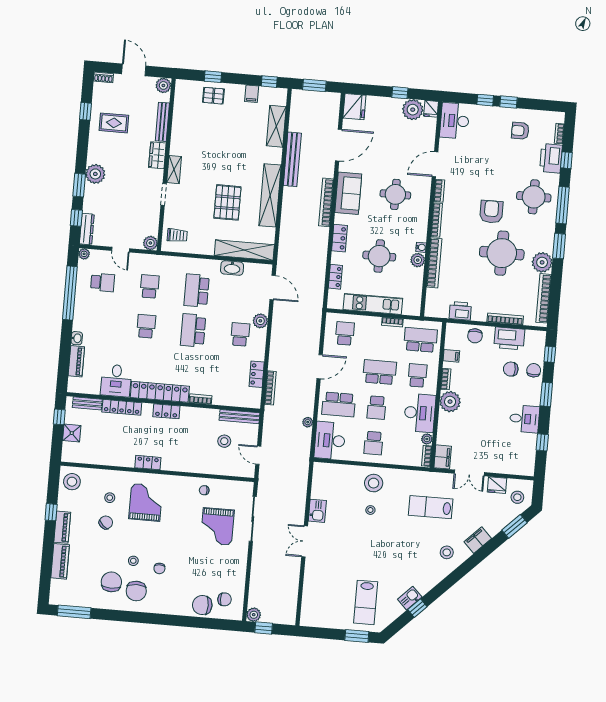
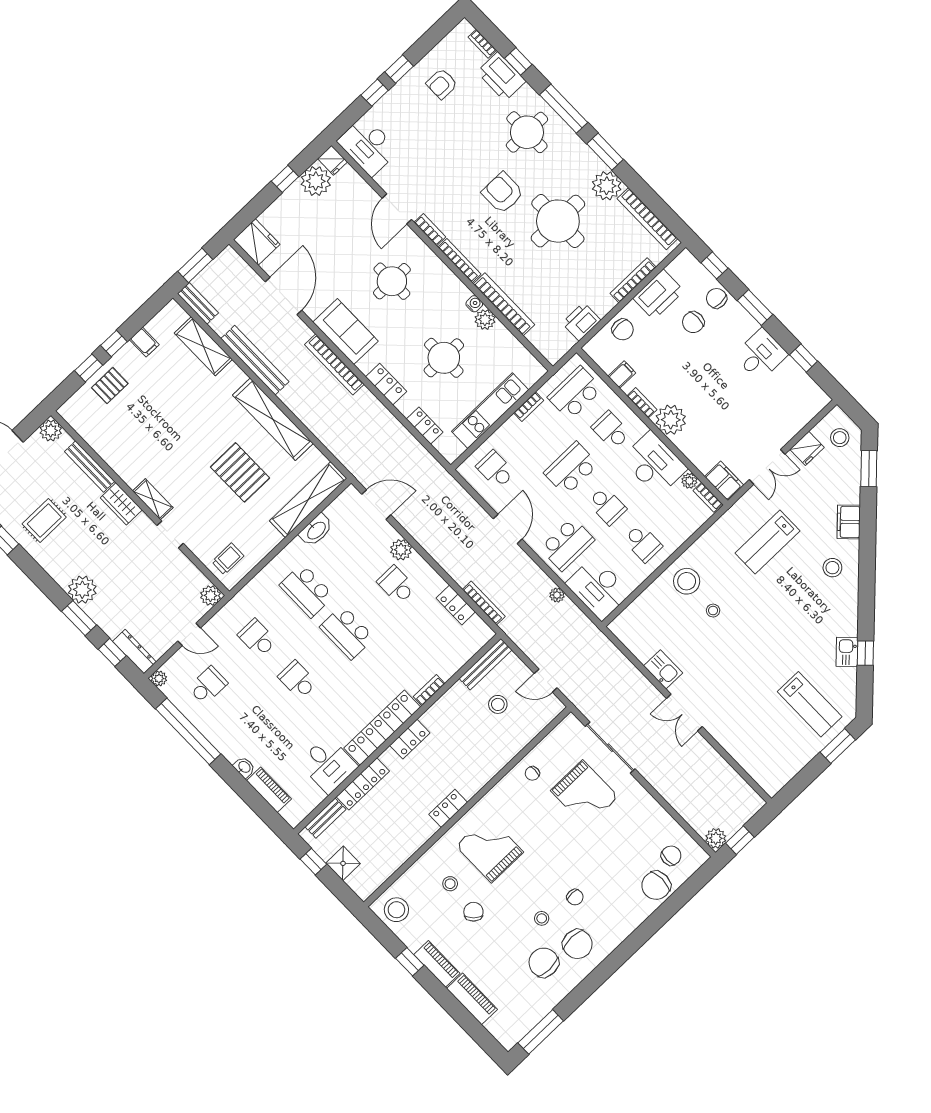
window: (269, 82) -> (114, 344), moved
bench: (296, 104) -> (198, 303), added

